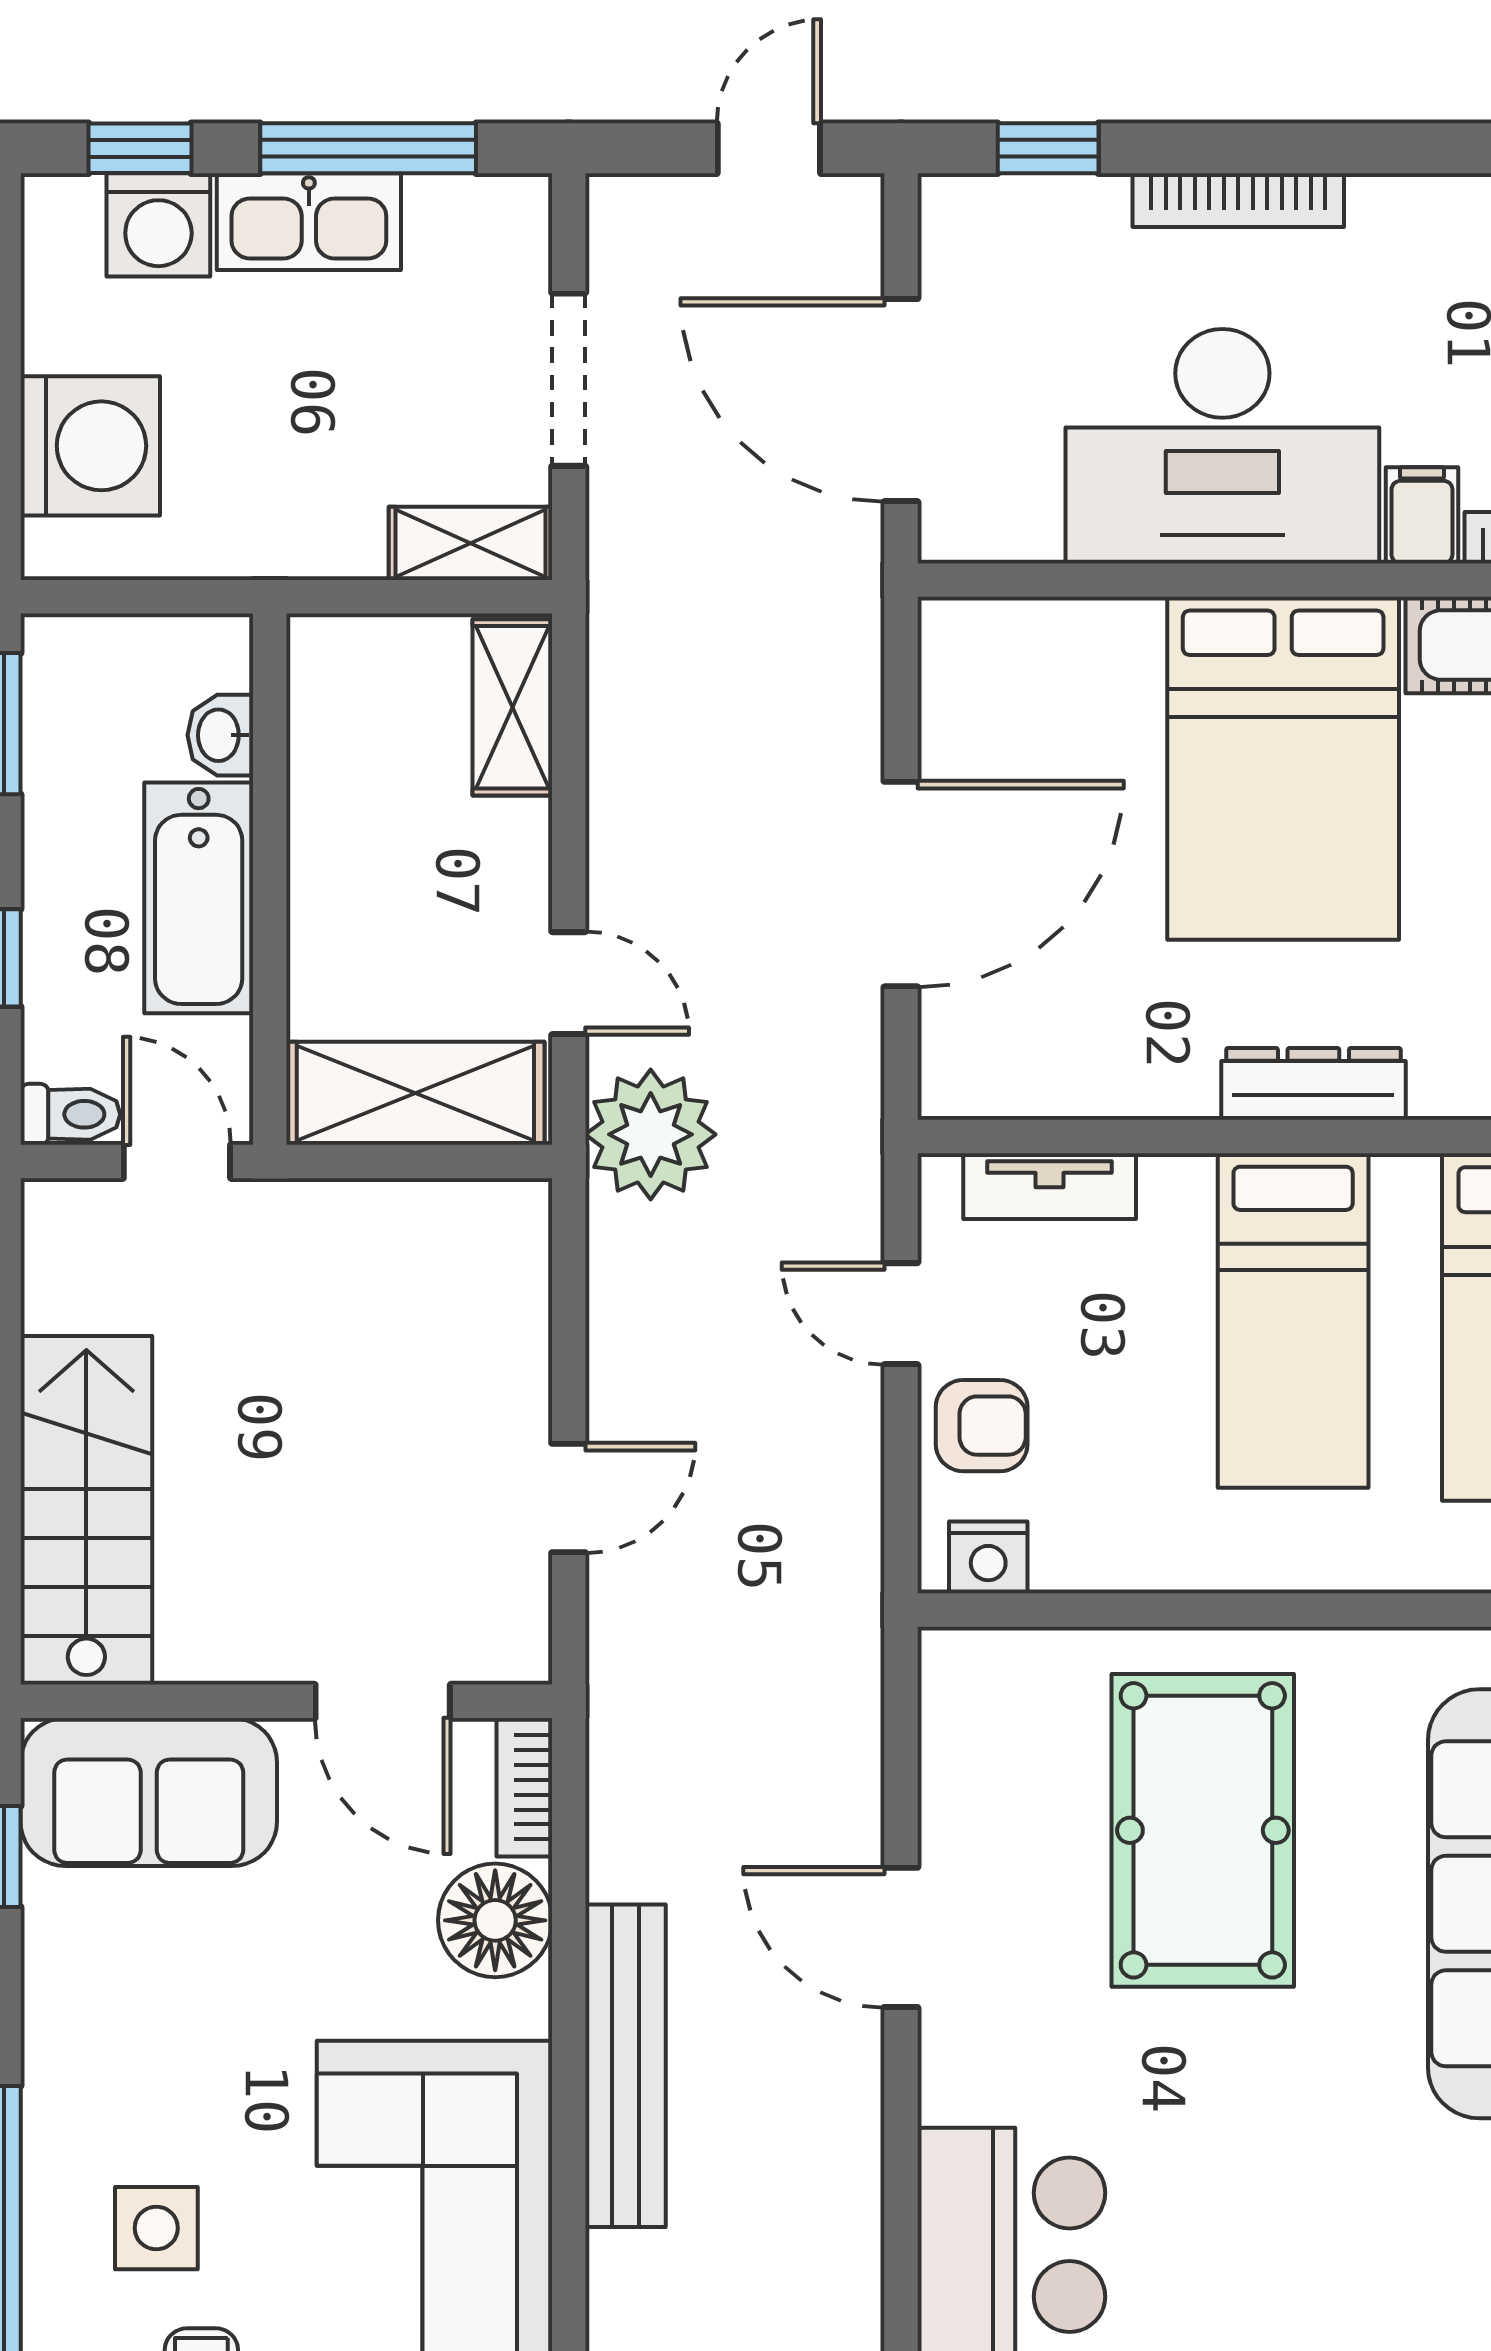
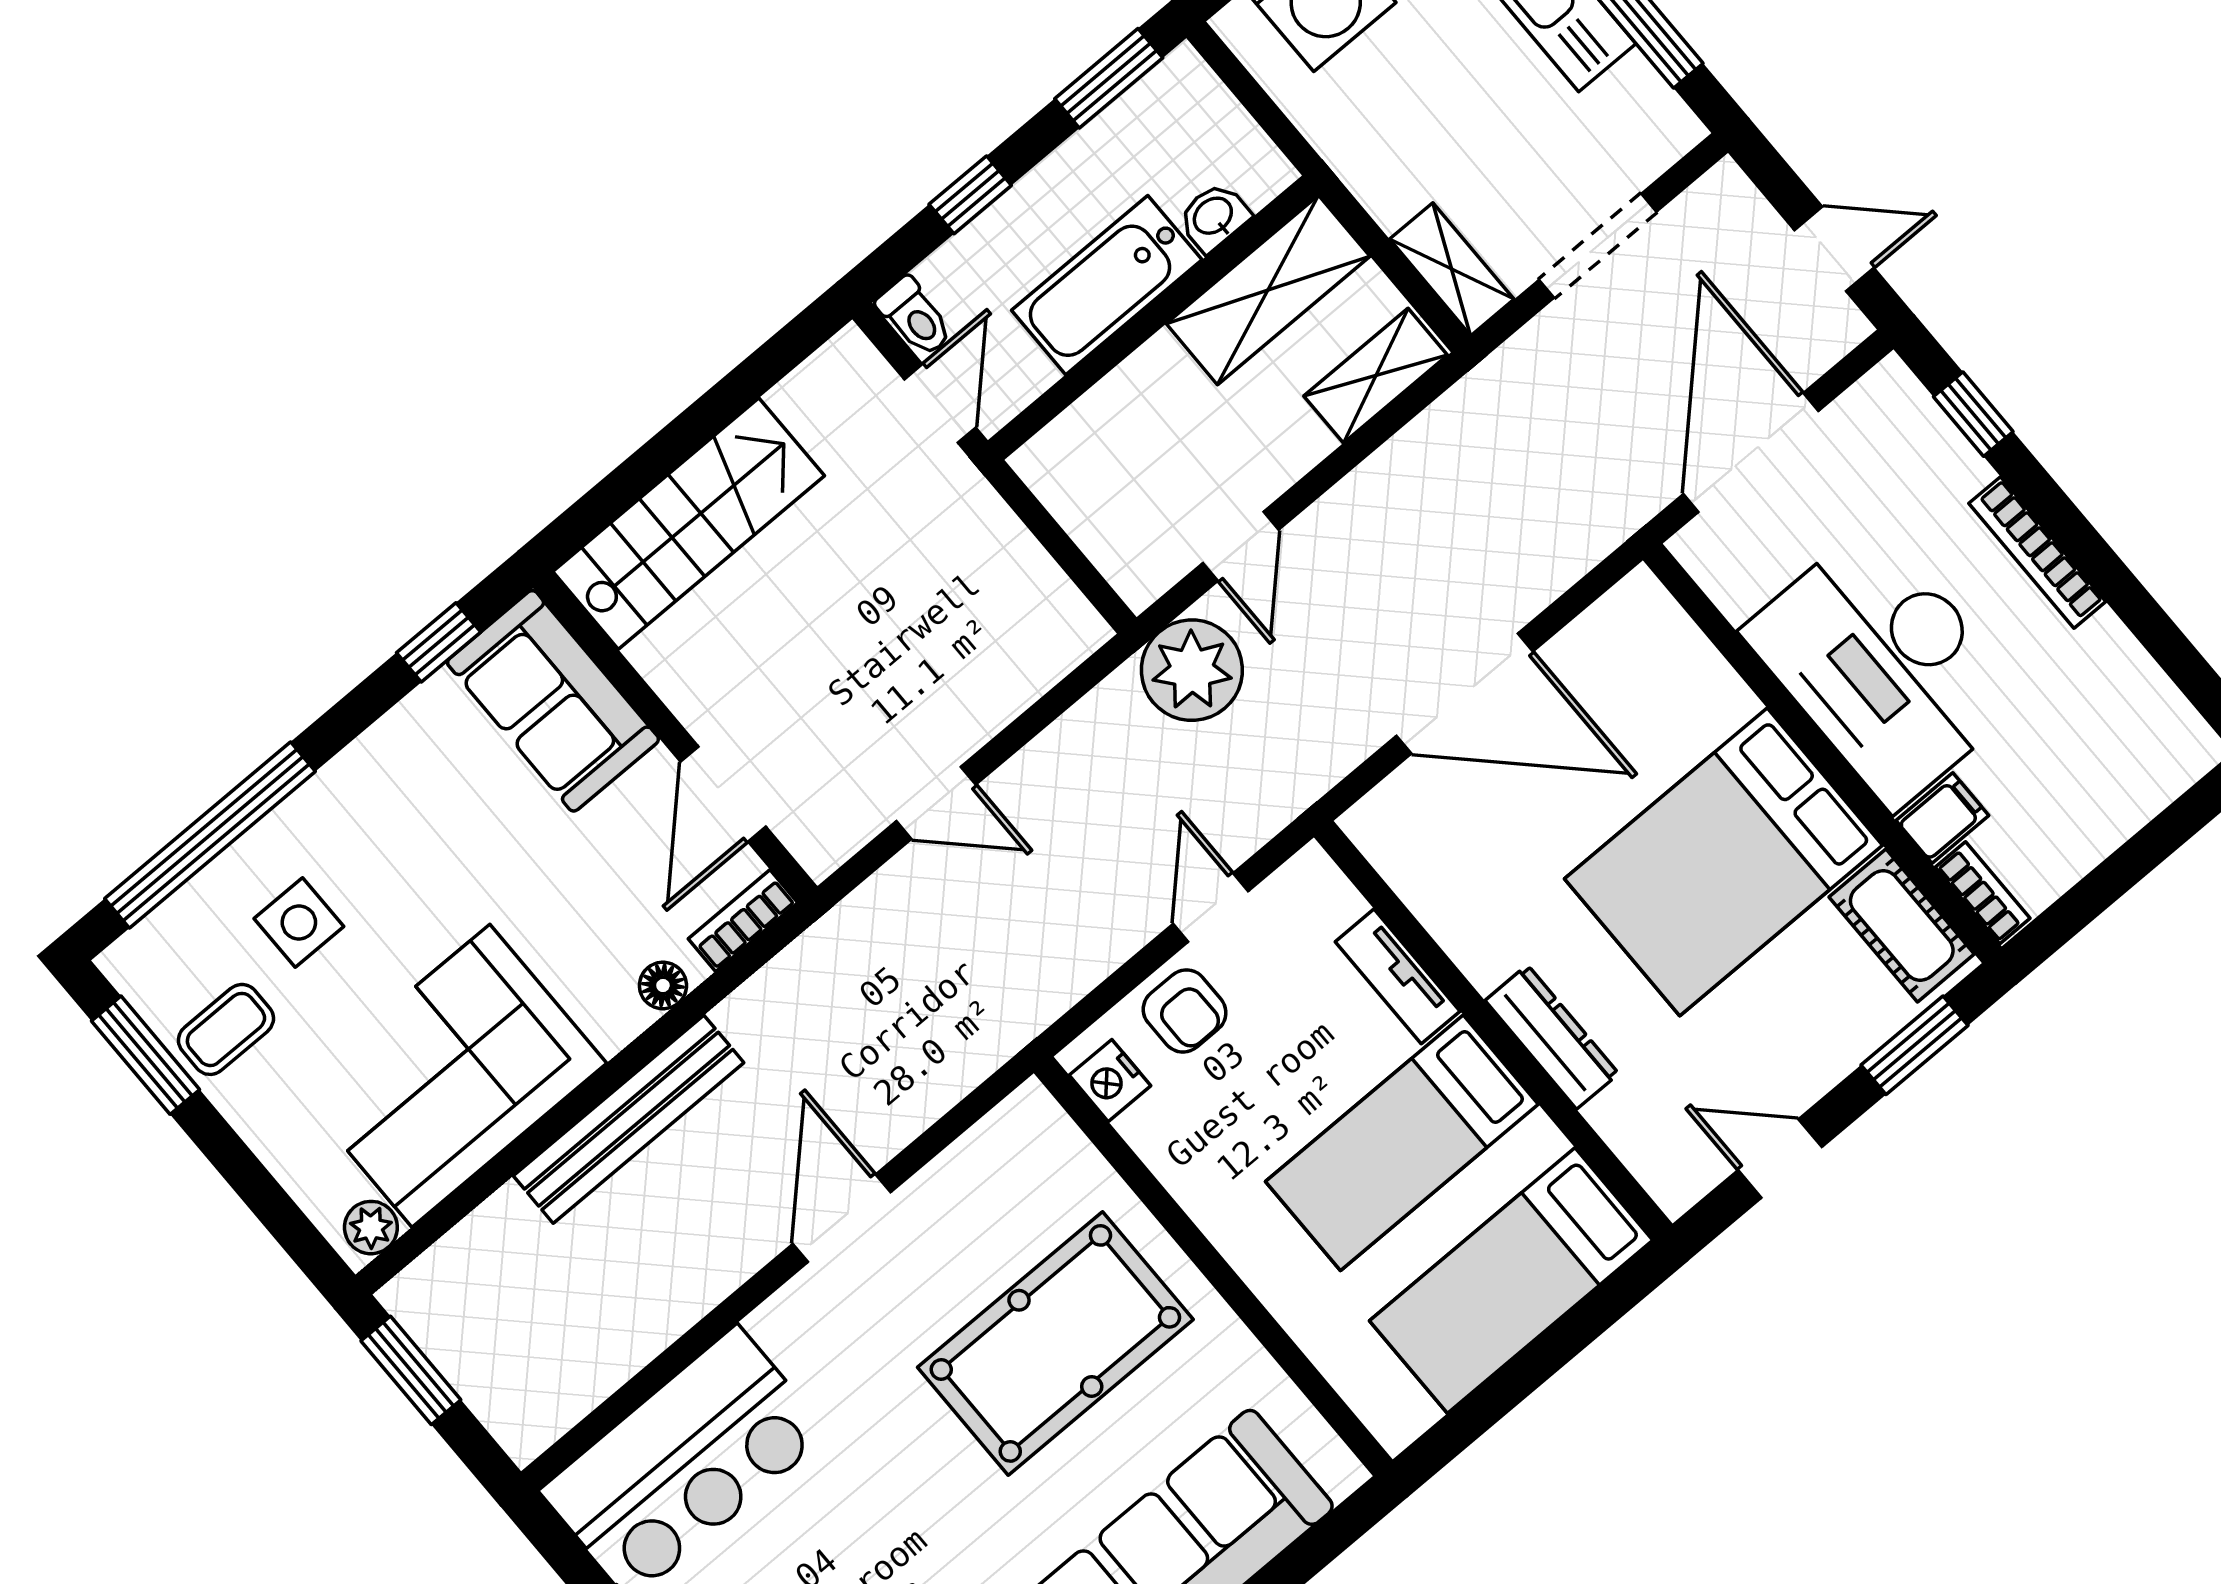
shelving: (415, 1093) -> (1268, 290), moved, turned 90
tv unit: (1050, 1186) -> (1398, 976), moved
floor lamp: (495, 1920) -> (663, 985), width x0.53, depth x0.53

